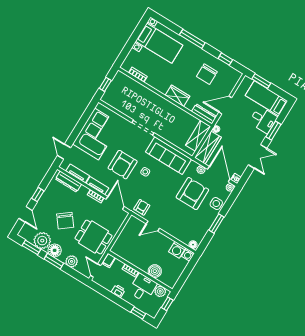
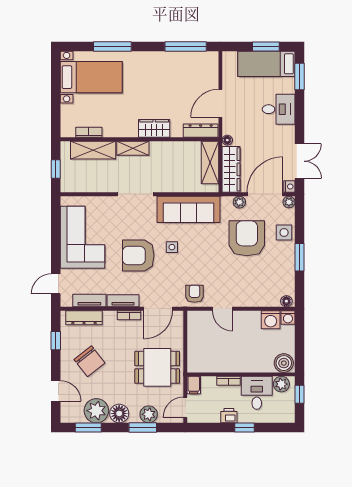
window: (192, 39) -> (112, 46), moved
window: (225, 59) -> (186, 46), width x2.17
chair: (207, 74) -> (174, 79), removed
window: (261, 81) -> (266, 46), moved
shelving: (134, 87) -> (93, 150), added
shelving: (158, 100) -> (133, 148), added
desk: (263, 120) -> (279, 109), moved
window: (273, 131) -> (299, 76), moved
door: (64, 152) -> (56, 284), hinge flipped
double door: (258, 156) -> (299, 161), moved
armchair: (123, 165) -> (138, 256), turned 90
door: (219, 174) -> (265, 194), hinge flipped
window: (38, 195) -> (56, 341), moved
door: (115, 203) -> (158, 309), swing flipped
chair: (65, 221) -> (90, 361), moved
door: (153, 226) -> (223, 309), hinge flipped
window: (54, 261) -> (143, 427), moved
door: (96, 270) -> (185, 407), hinge flipped
boiler: (155, 271) -> (284, 363), moved
window: (138, 313) -> (244, 427), moved

